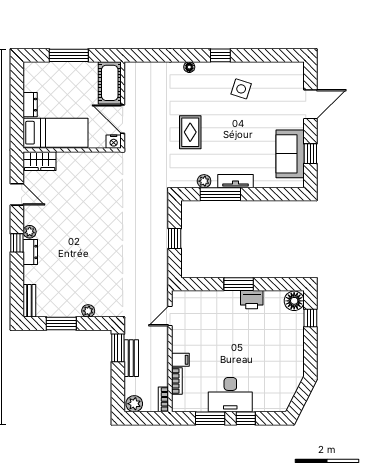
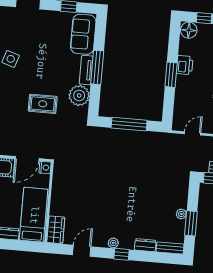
sofa: (290, 154) -> (83, 34), moved, turned 90
plant: (204, 181) -> (79, 96), width x1.87, depth x1.87
window: (220, 194) -> (97, 67), moved
window: (175, 239) -> (129, 124), width x2.17
dresser: (30, 252) -> (145, 245), moved
plant: (88, 311) -> (181, 214), moved
door: (170, 316) -> (193, 133), swing flipped

